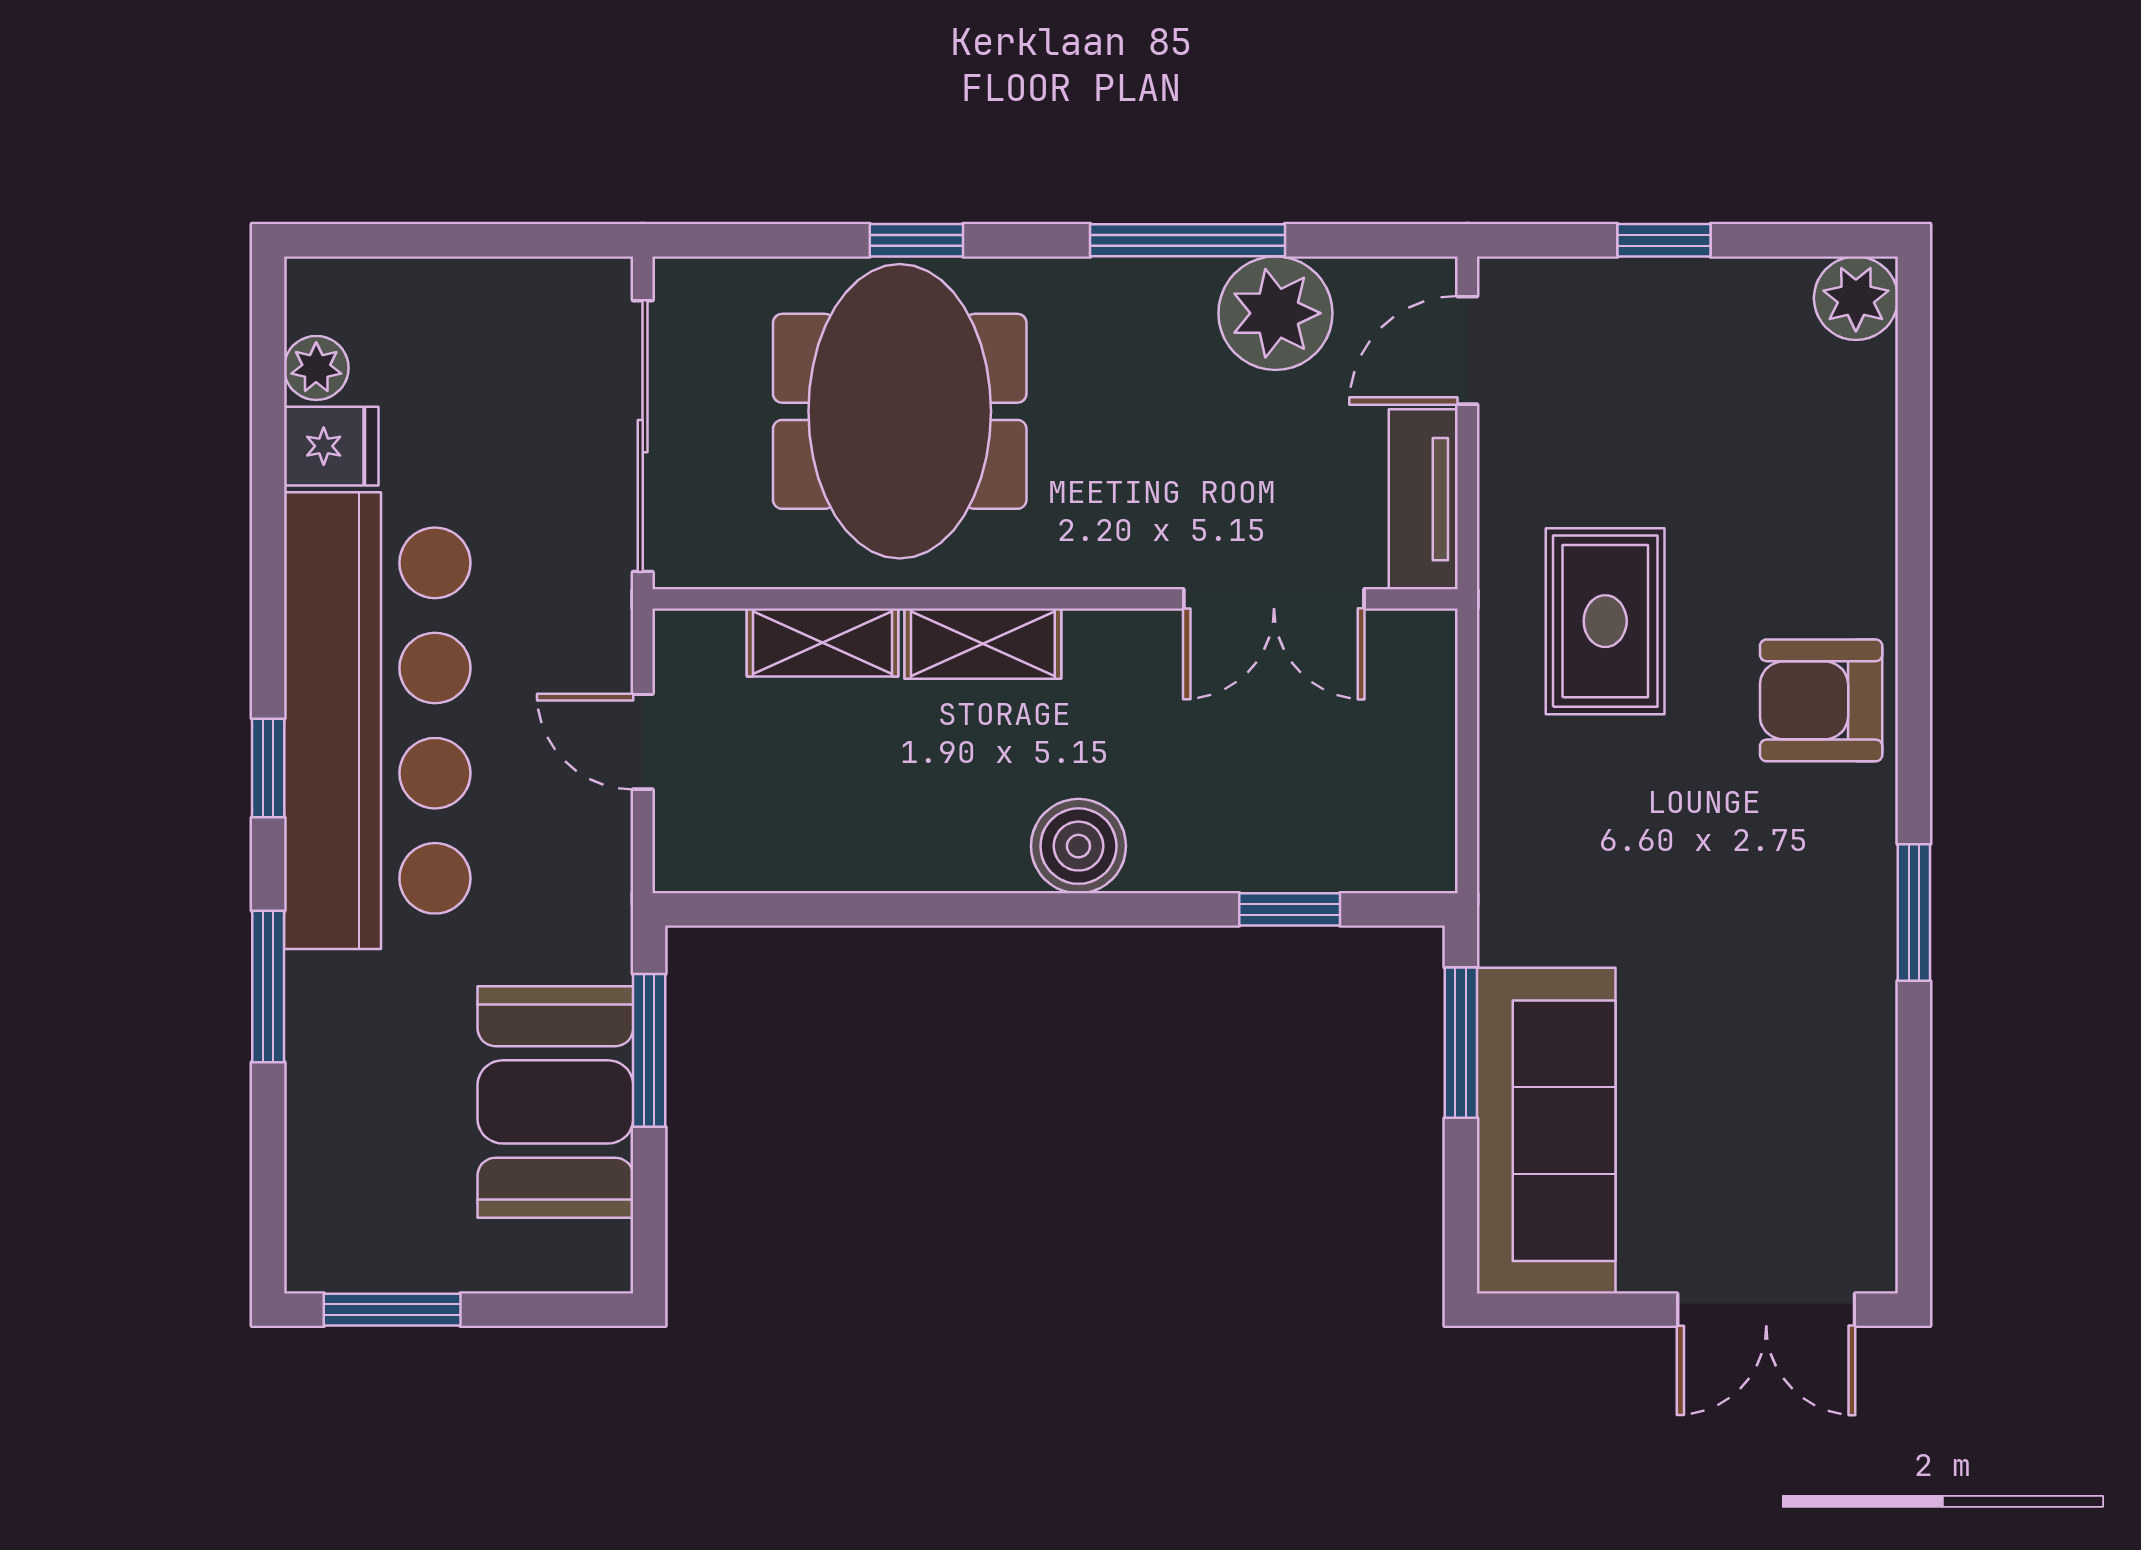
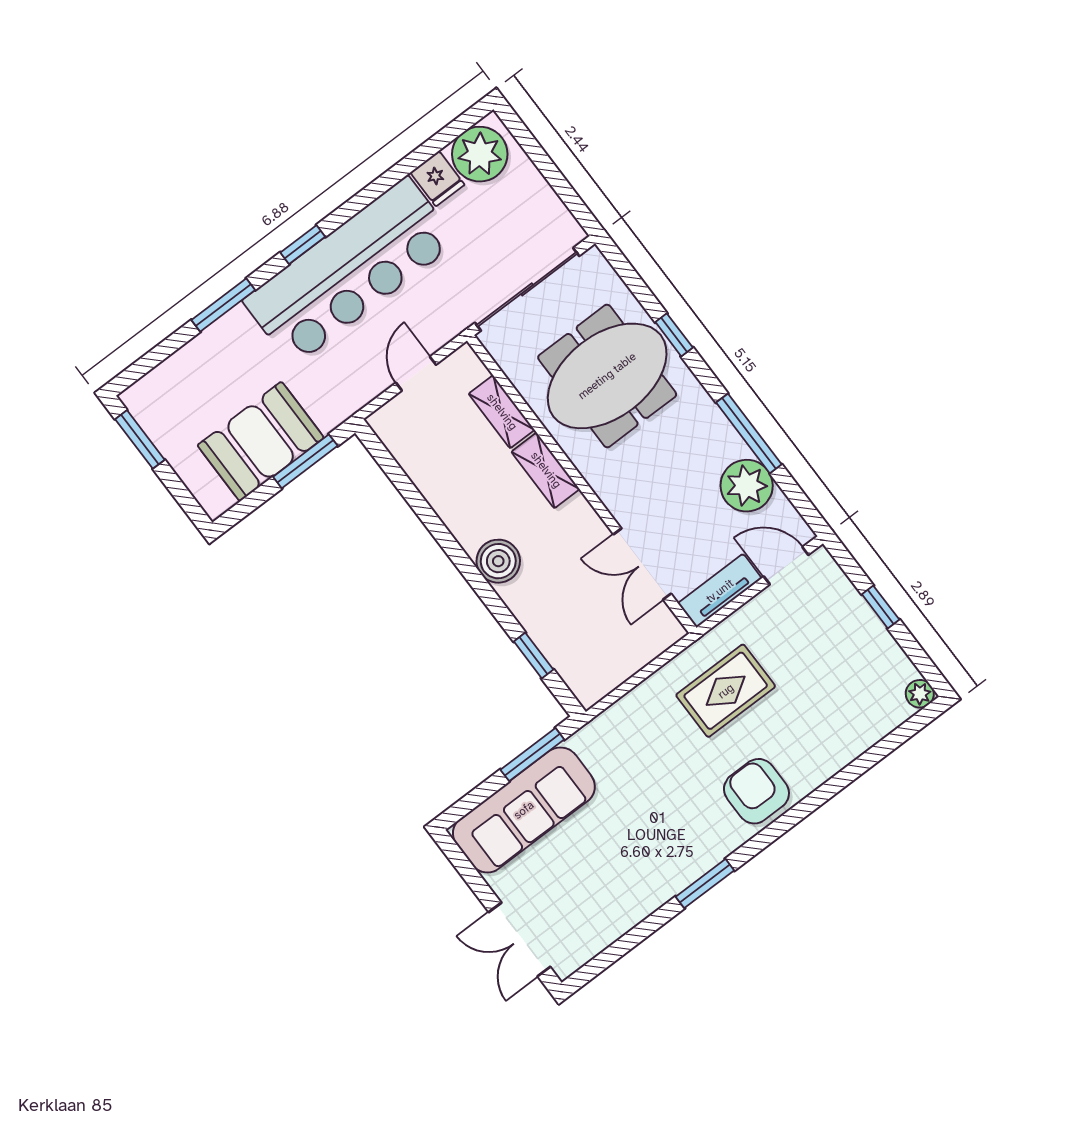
plant: (1856, 298) -> (920, 694), width x0.73, depth x0.73
plant: (316, 368) -> (480, 154), width x1.87, depth x1.87

